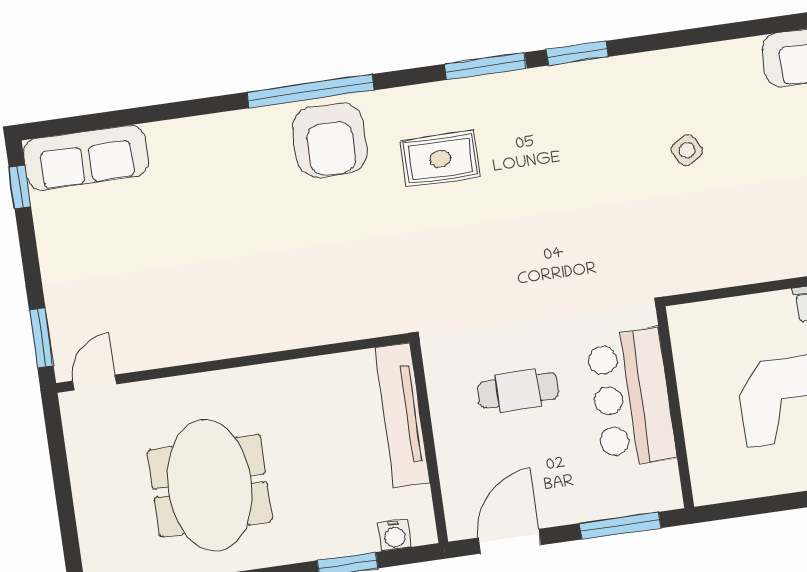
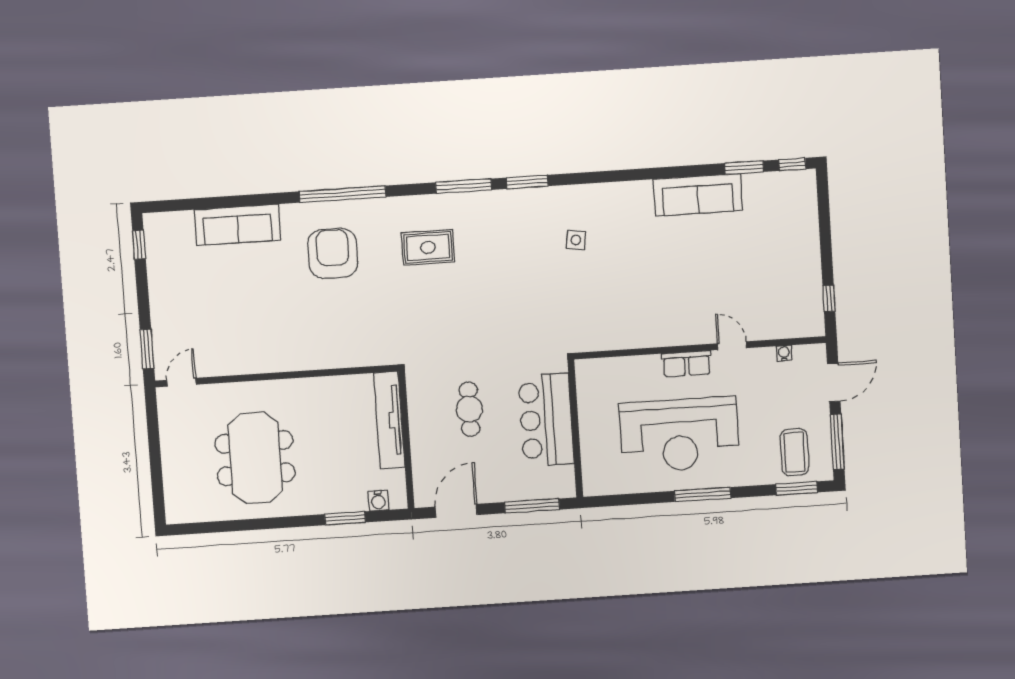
armchair: (330, 140) -> (333, 254), moved, turned 180
side table: (687, 150) -> (576, 240), moved, turned 38
sofa: (86, 158) -> (238, 225), moved
cafe table: (518, 390) -> (469, 409), turned 90

